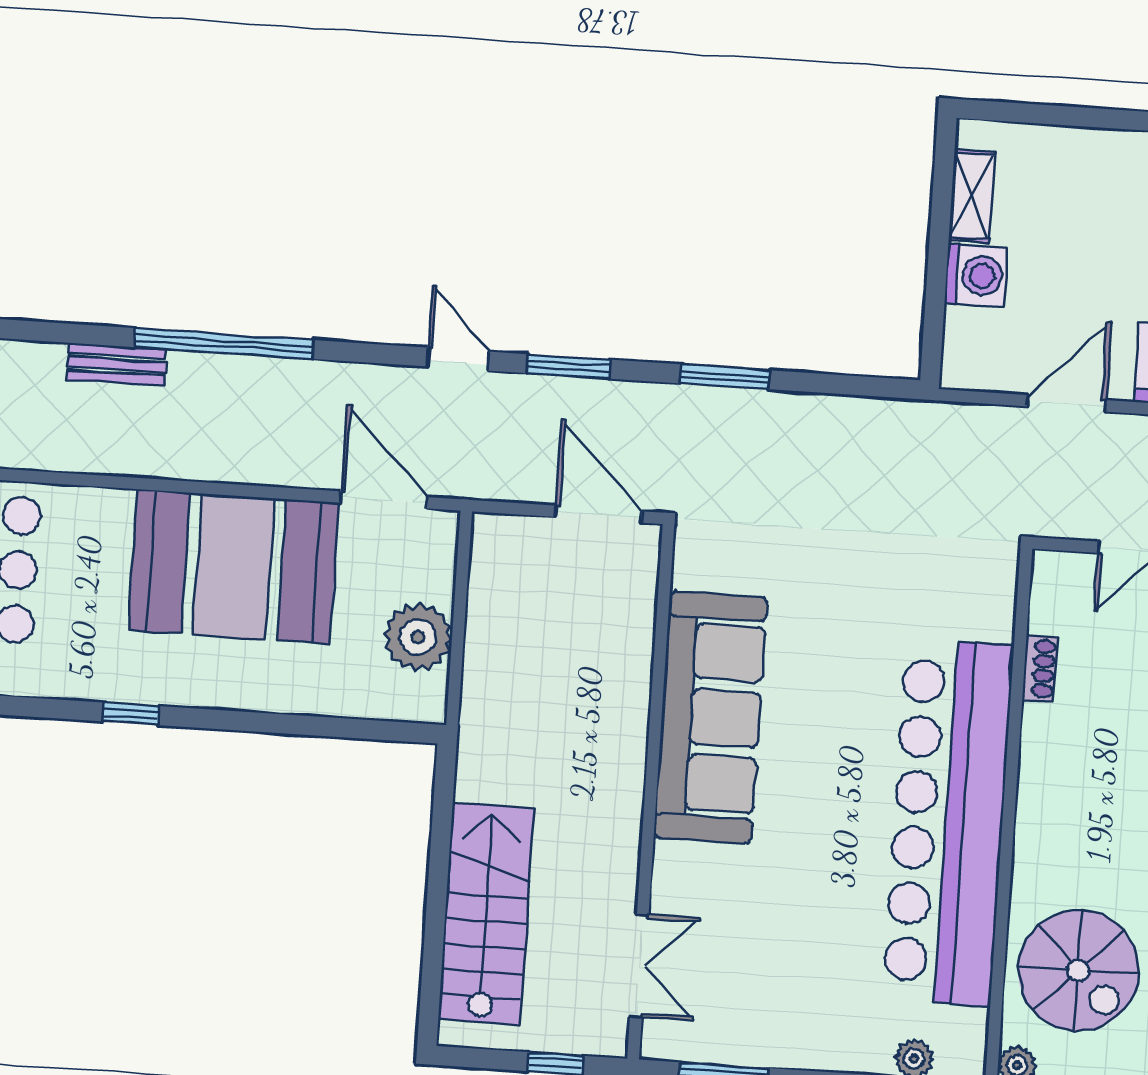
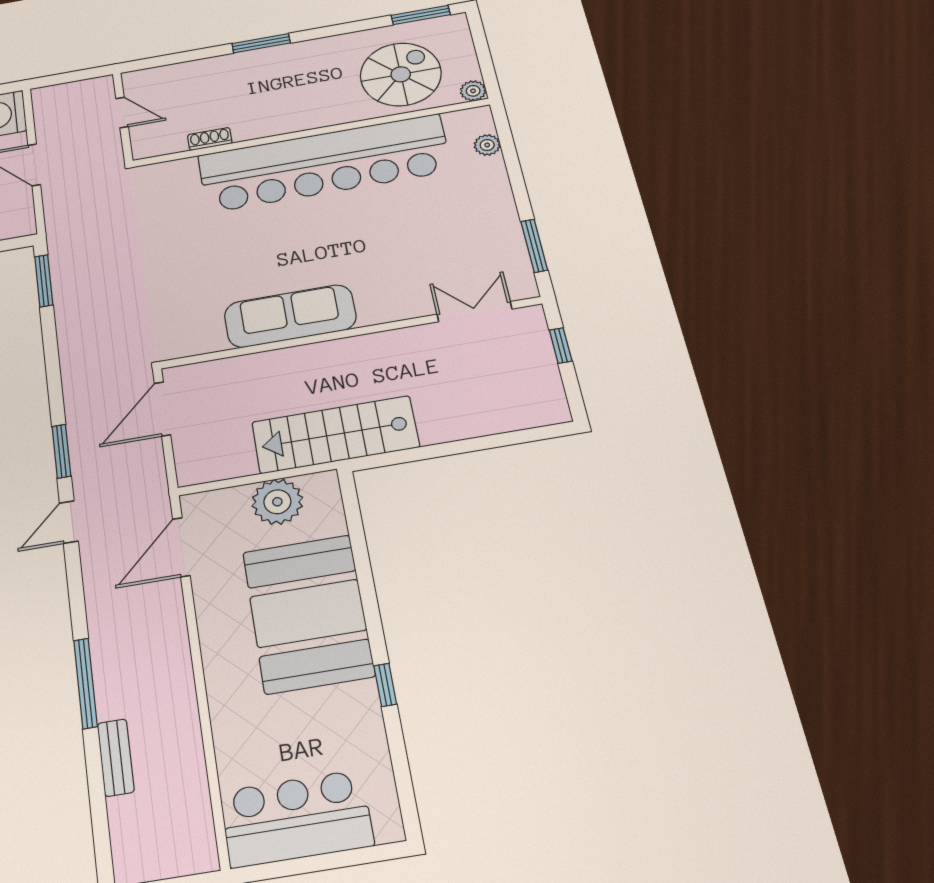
window: (224, 344) -> (86, 683), width x0.68
window: (725, 377) -> (44, 281), moved
booth: (234, 567) -> (308, 613), moved
sofa: (711, 717) -> (290, 316), width x0.74, depth x0.79
stairs: (486, 914) -> (335, 435), moved

